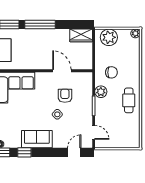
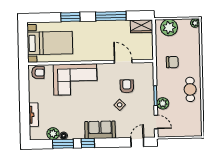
window: (40, 25) -> (111, 16), moved
plant: (101, 92) -> (163, 103), moved

